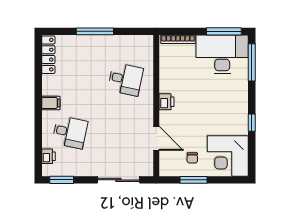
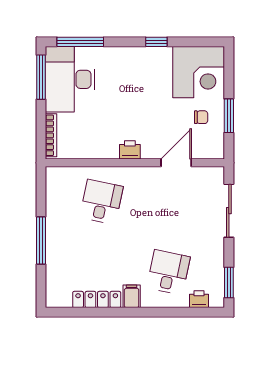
locker: (48, 55) -> (97, 299), moved

